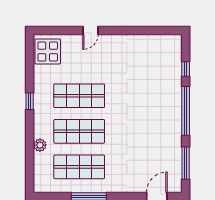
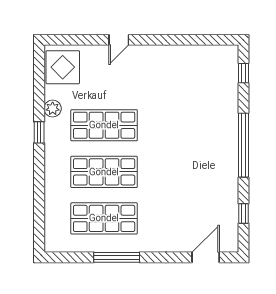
window: (186, 69) -> (243, 73), moved
plant: (40, 145) -> (53, 108), moved
window: (186, 163) -> (243, 214), width x0.46

